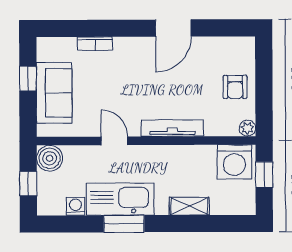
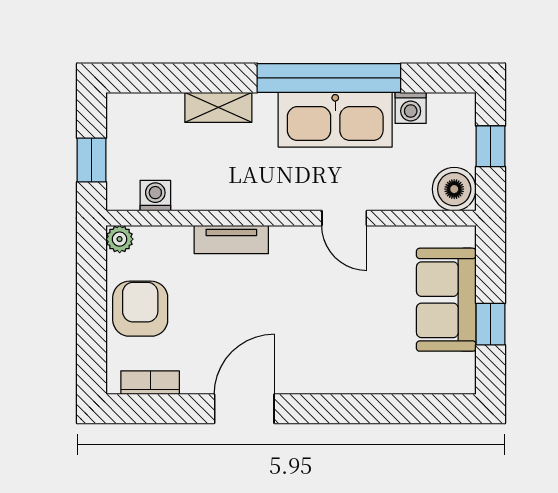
bookcase: (95, 44) -> (150, 383), moved
armchair: (235, 87) -> (140, 309), width x1.38, depth x1.38
tv unit: (172, 128) -> (231, 240), width x0.71
washing machine: (234, 162) -> (155, 196), width x0.53, depth x0.53
window: (124, 224) -> (329, 78), width x2.11

